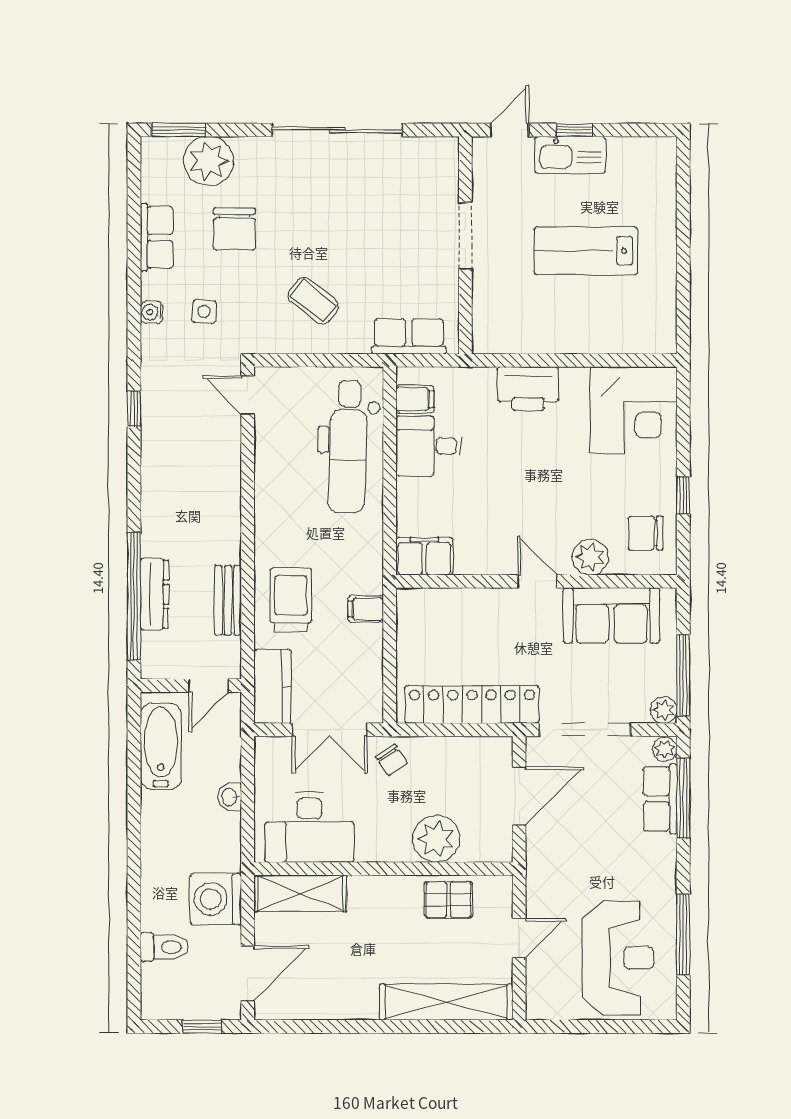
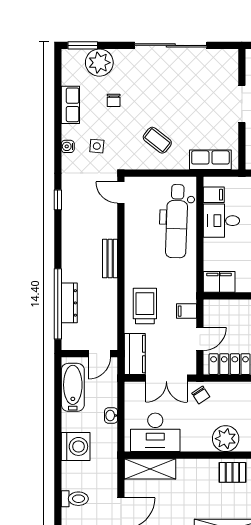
chair: (234, 229) -> (114, 100), width x0.54, depth x0.54
bench: (228, 600) -> (110, 259), moved
door: (390, 659) -> (200, 339), added
washing machine: (216, 899) -> (76, 446), moved, turned 180

